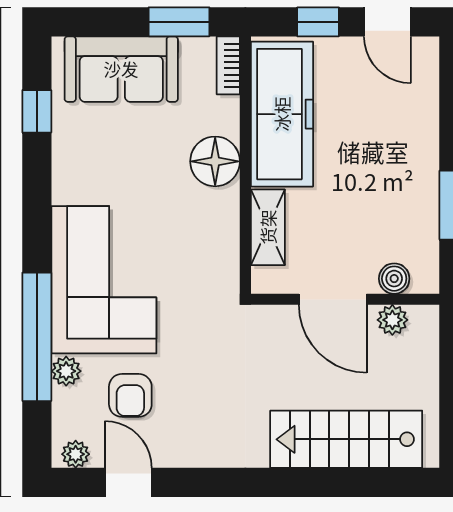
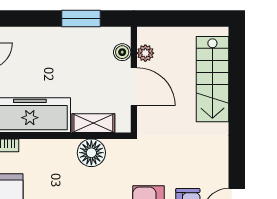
floor lamp: (215, 161) -> (91, 153), moved
door: (333, 299) -> (134, 87), hinge flipped

